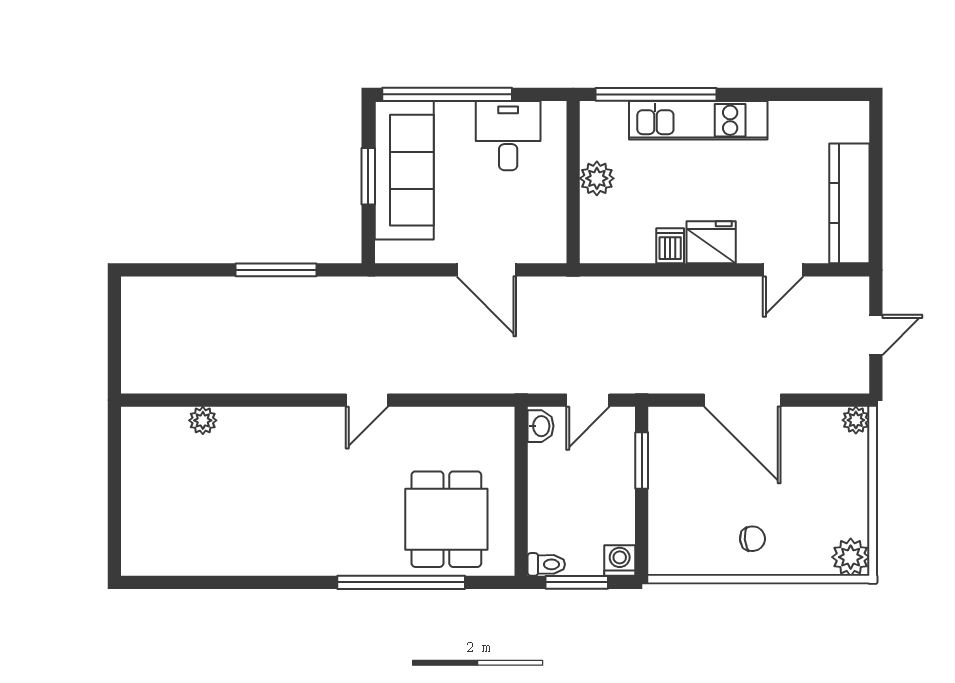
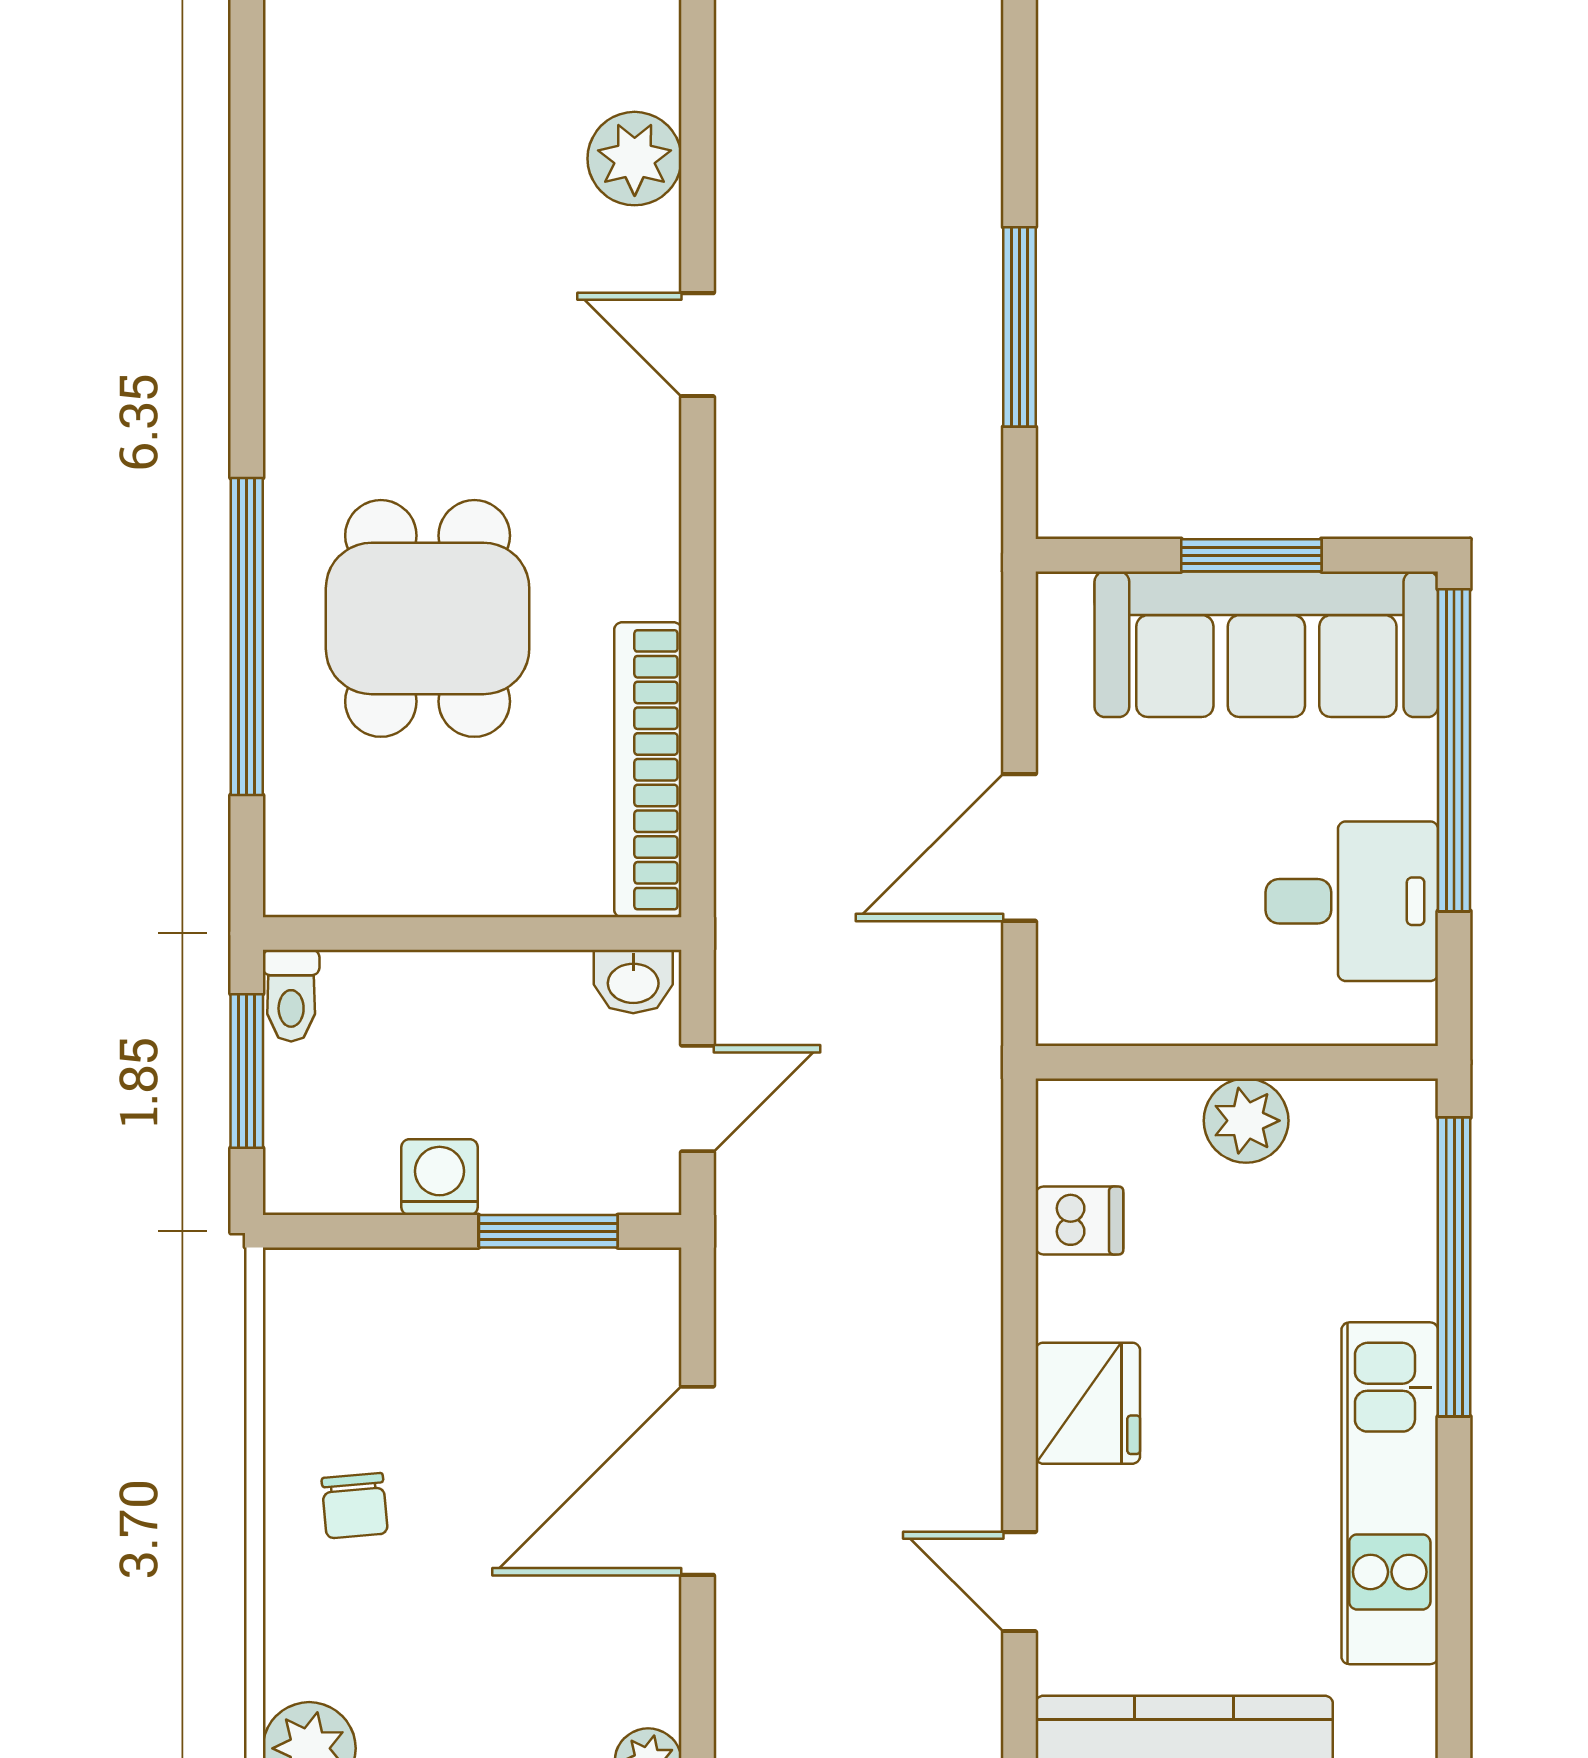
kitchen unit: (698, 120) -> (1390, 1493), moved
dishwasher: (670, 246) -> (1079, 1221), moved
door: (367, 400) -> (697, 345), moved
door: (588, 400) -> (697, 1099), swing flipped
plant: (203, 420) -> (635, 159), width x1.38, depth x1.38
bookcase: (455, 420) -> (648, 770), added
dining table: (446, 519) -> (428, 618), moved, turned 90
washing machine: (620, 560) -> (440, 1177), moved, turned -90

